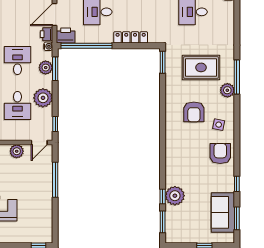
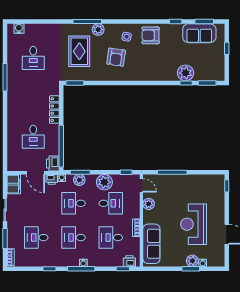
armchair: (194, 112) -> (116, 57), turned 98

